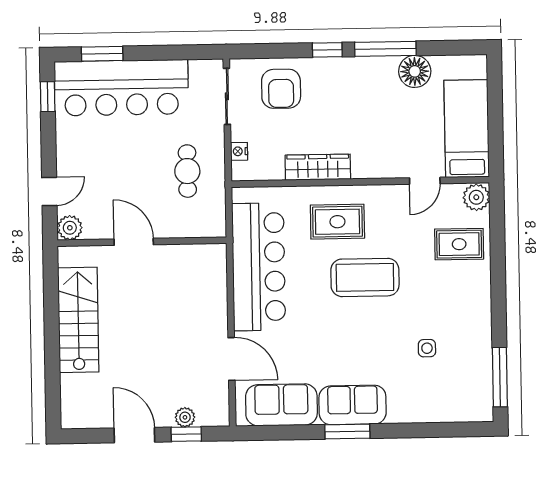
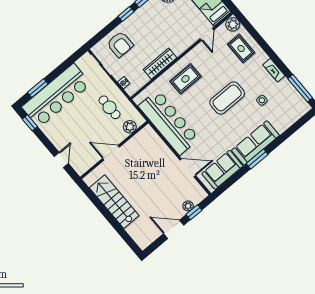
plant: (70, 228) -> (130, 127), moved
rug: (459, 244) -> (241, 49), turned 90
coffee table: (365, 277) -> (227, 98), moved
fireplace: (482, 318) -> (274, 70), added
sofa: (353, 405) -> (255, 143), width x1.36

